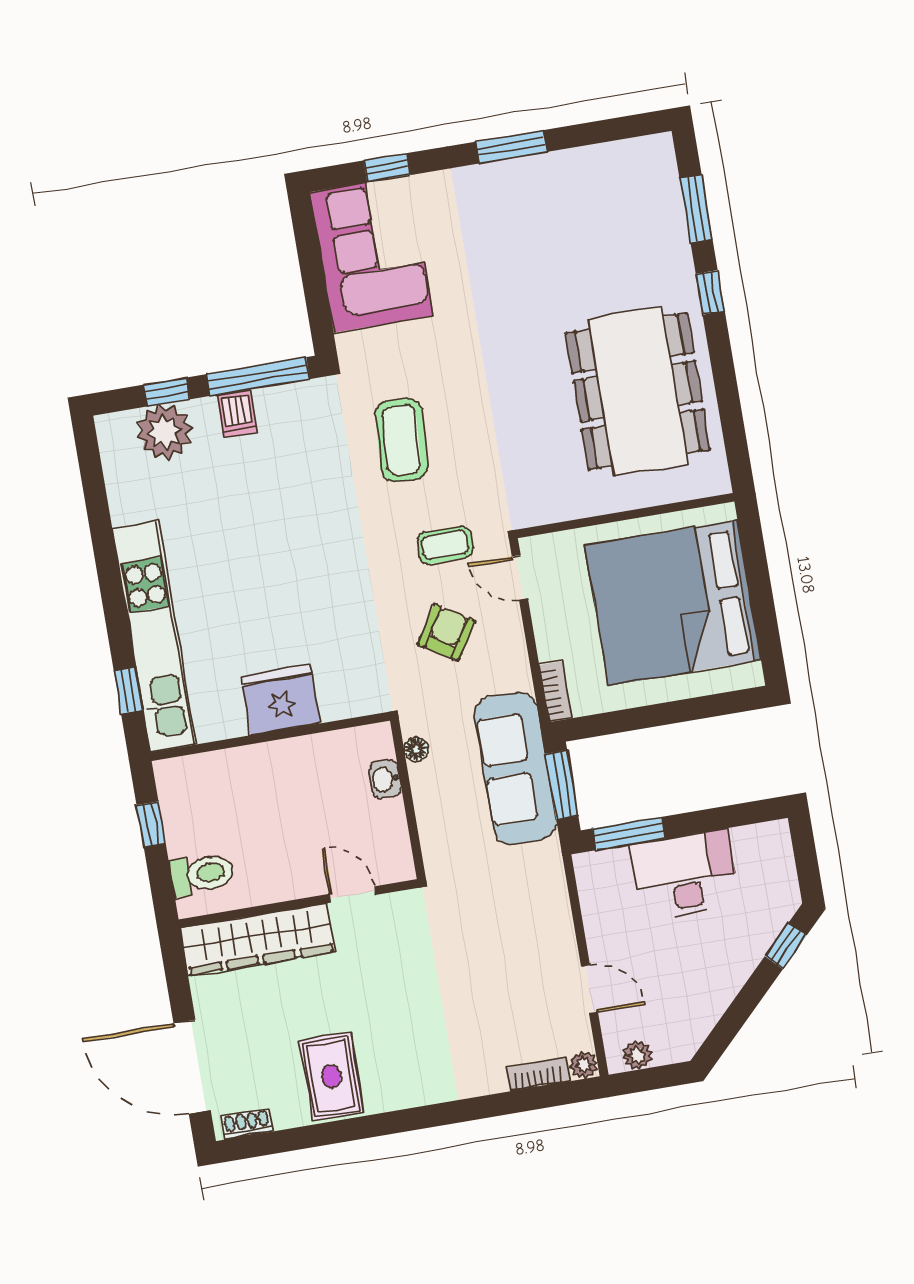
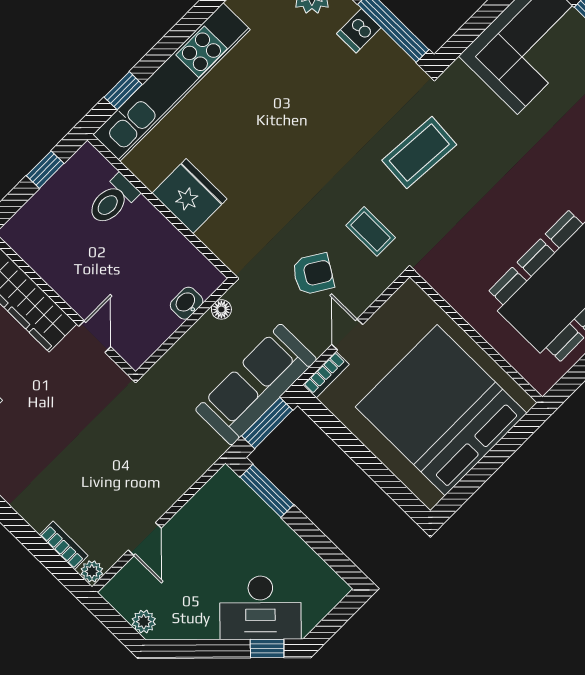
door: (520, 577) -> (347, 334), moved
toilet: (202, 874) -> (113, 200), moved, turned 90
desk: (685, 875) -> (260, 608), moved, turned 135
plant: (637, 1055) -> (144, 622), moved

